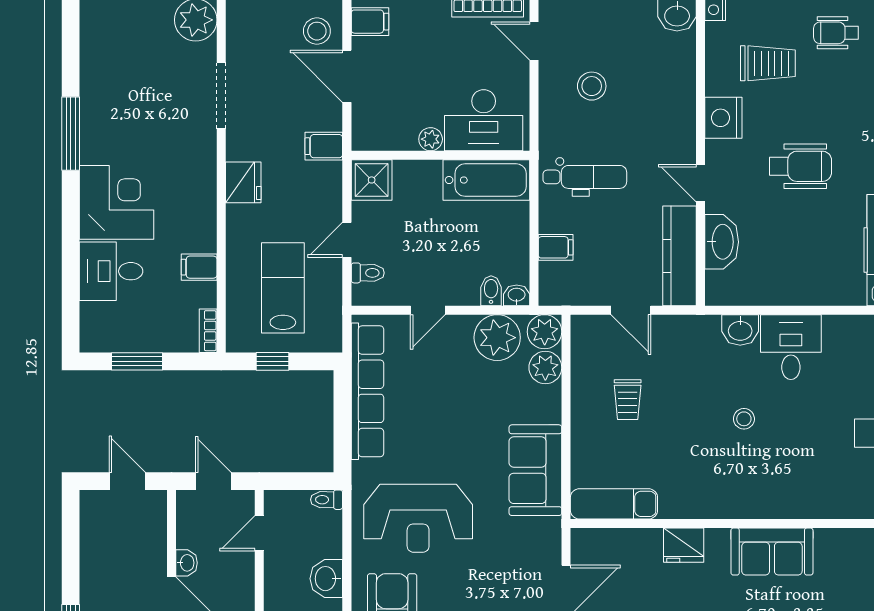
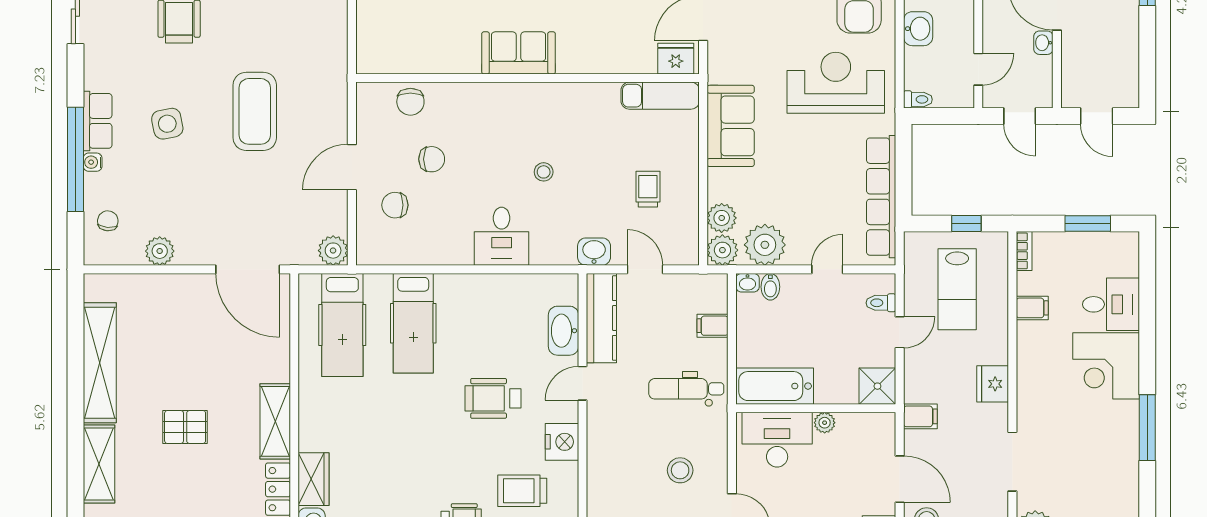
door: (701, 183) -> (583, 383), swing flipped
washbasin: (740, 330) -> (594, 252), moved
fridge: (684, 545) -> (676, 59), moved

